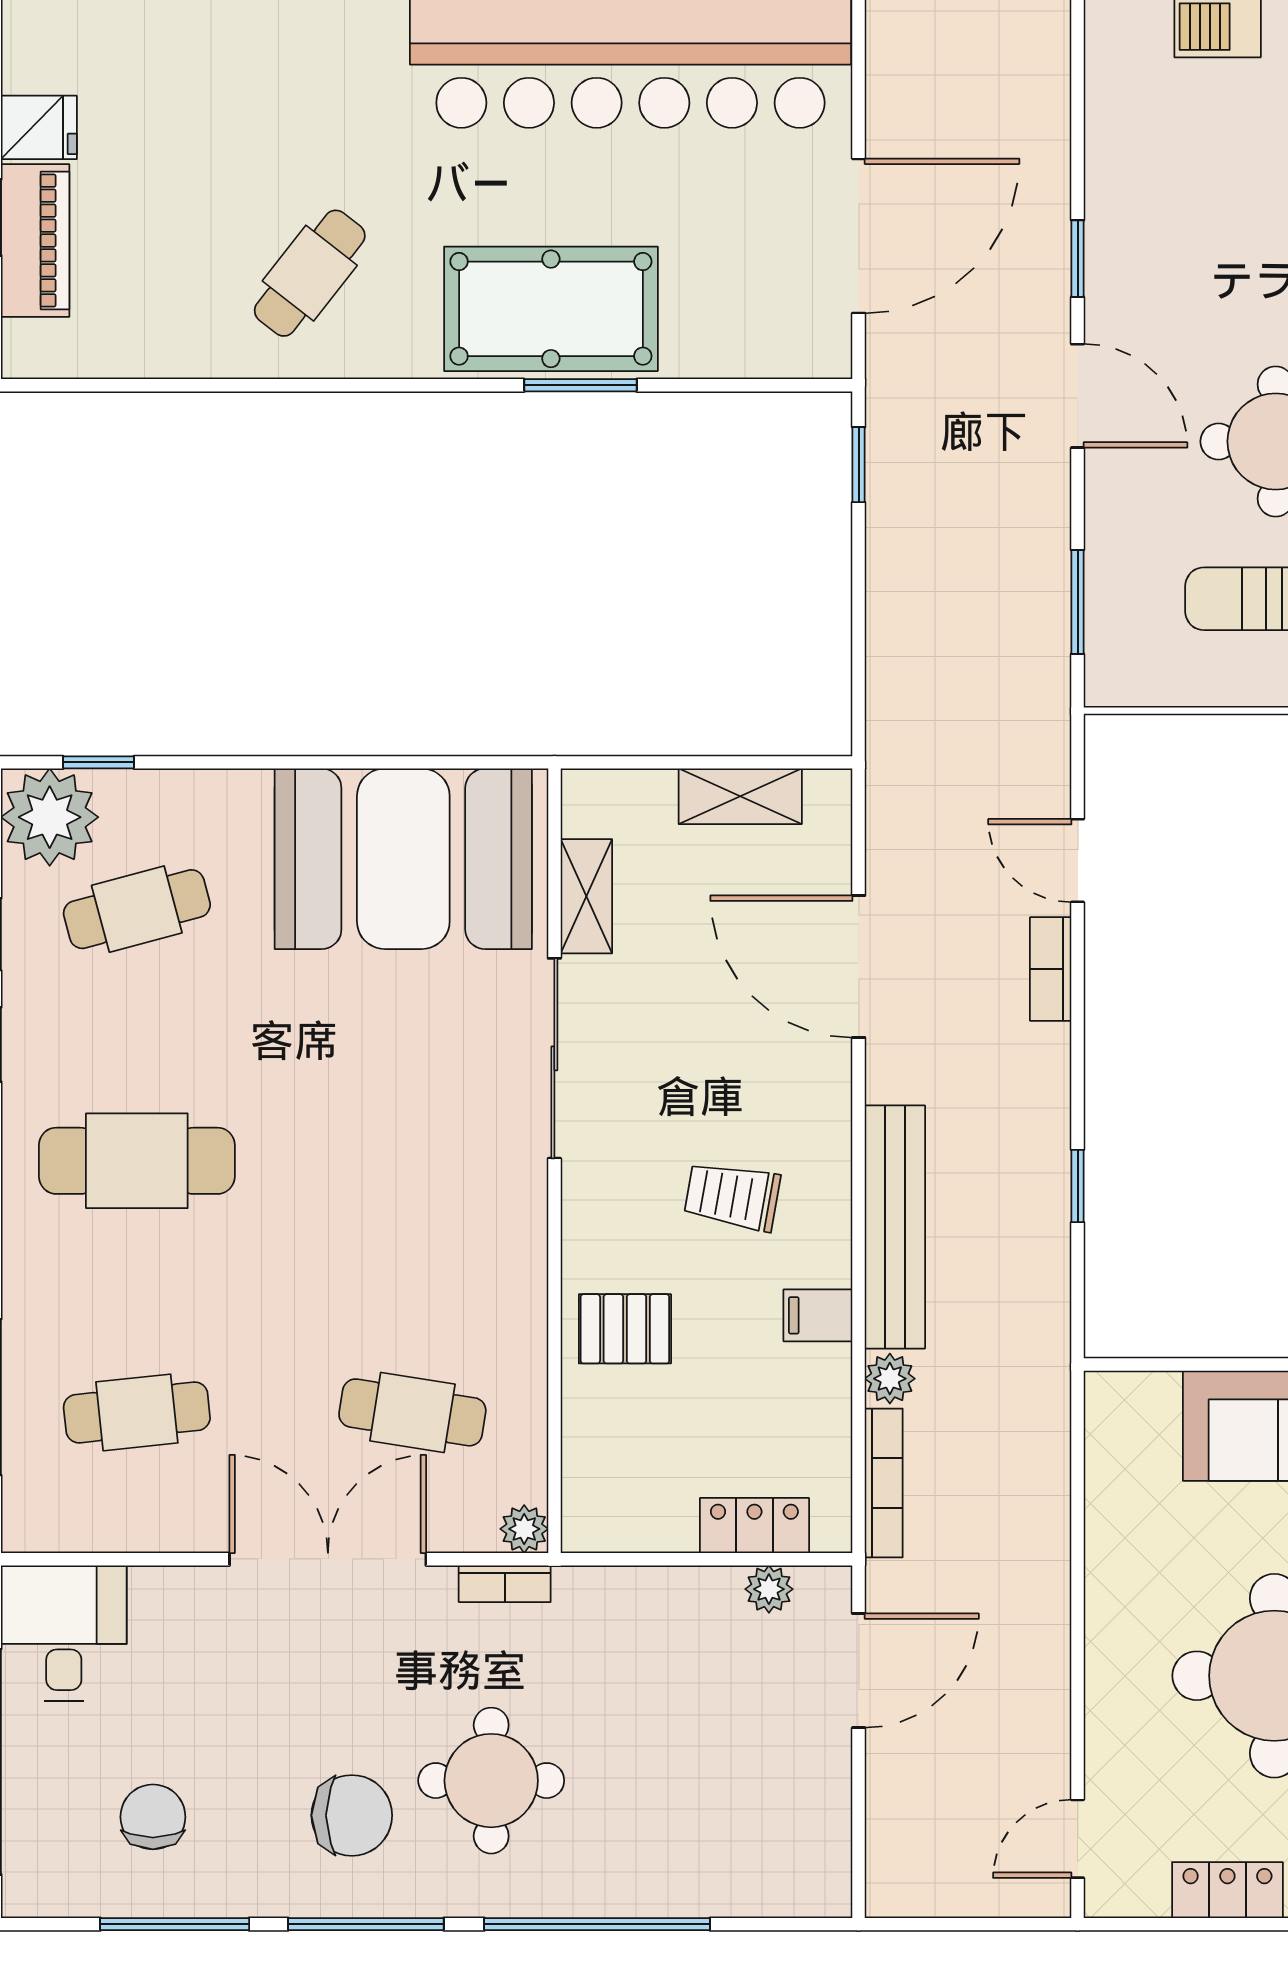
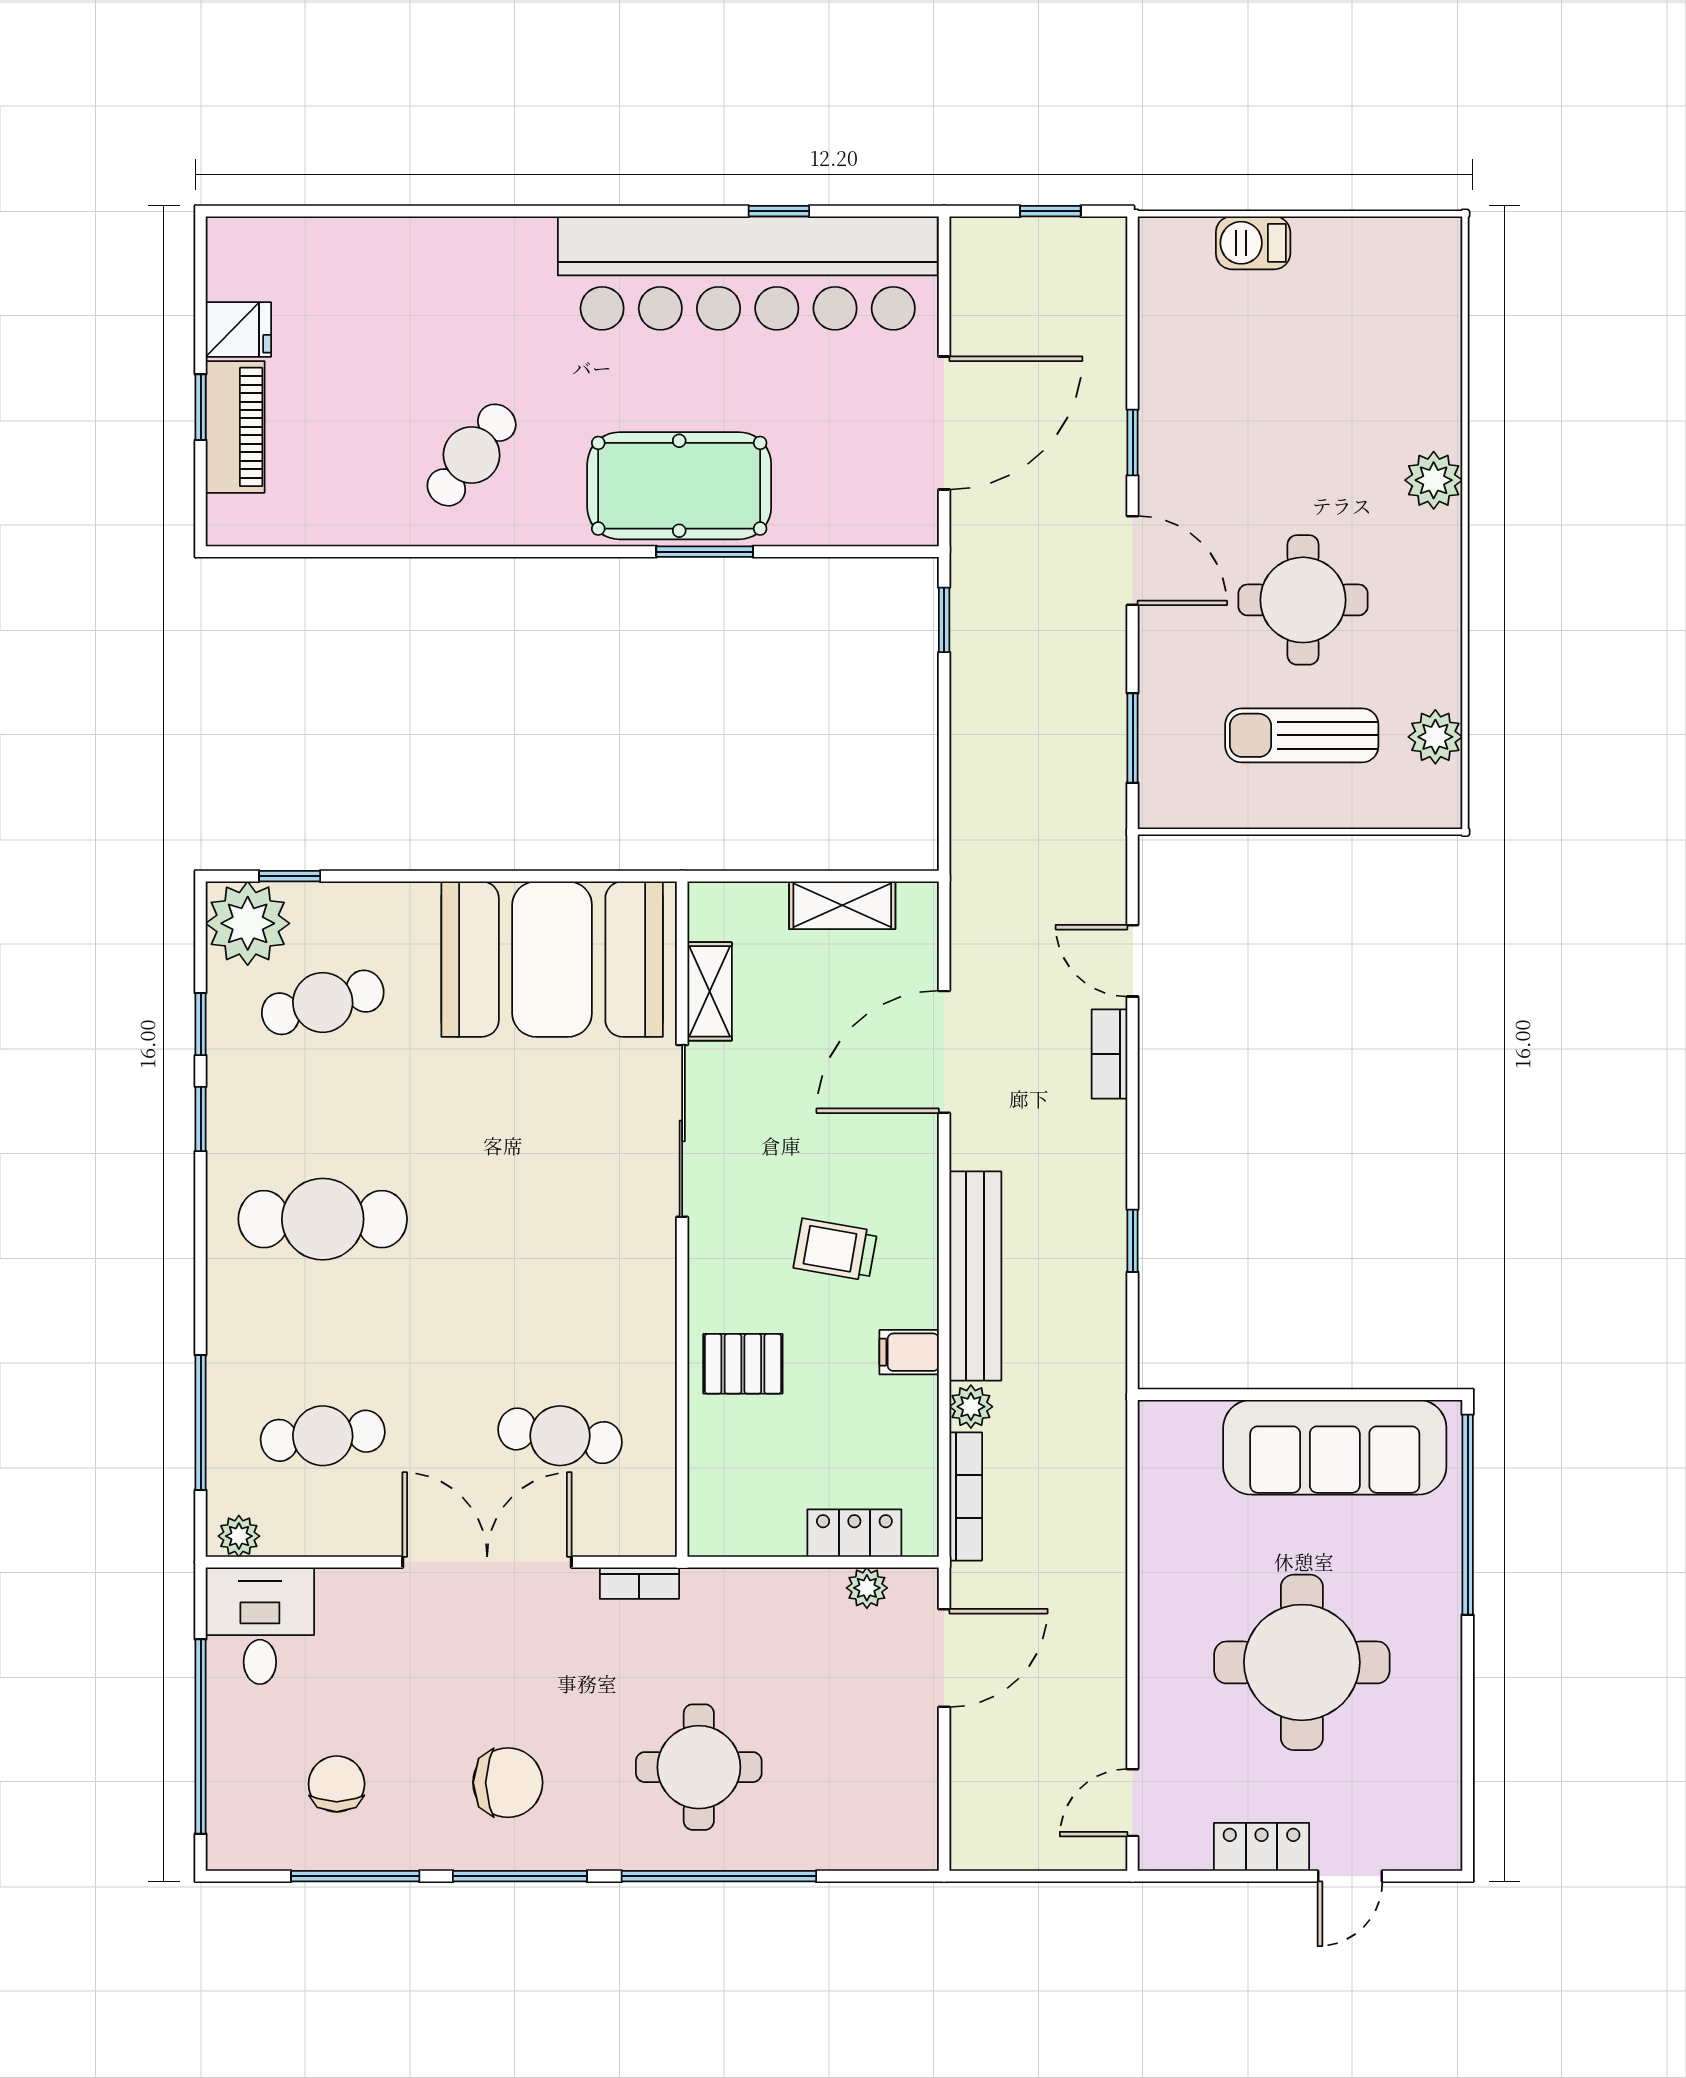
door: (859, 967) -> (944, 1052), hinge flipped
plant: (524, 1529) -> (239, 1536), moved
round table: (491, 1781) -> (699, 1767), moved

